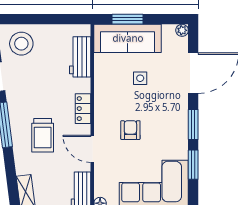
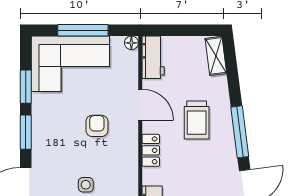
armchair: (130, 130) -> (97, 126), turned 180
trolley: (43, 135) -> (197, 120), turned 180

